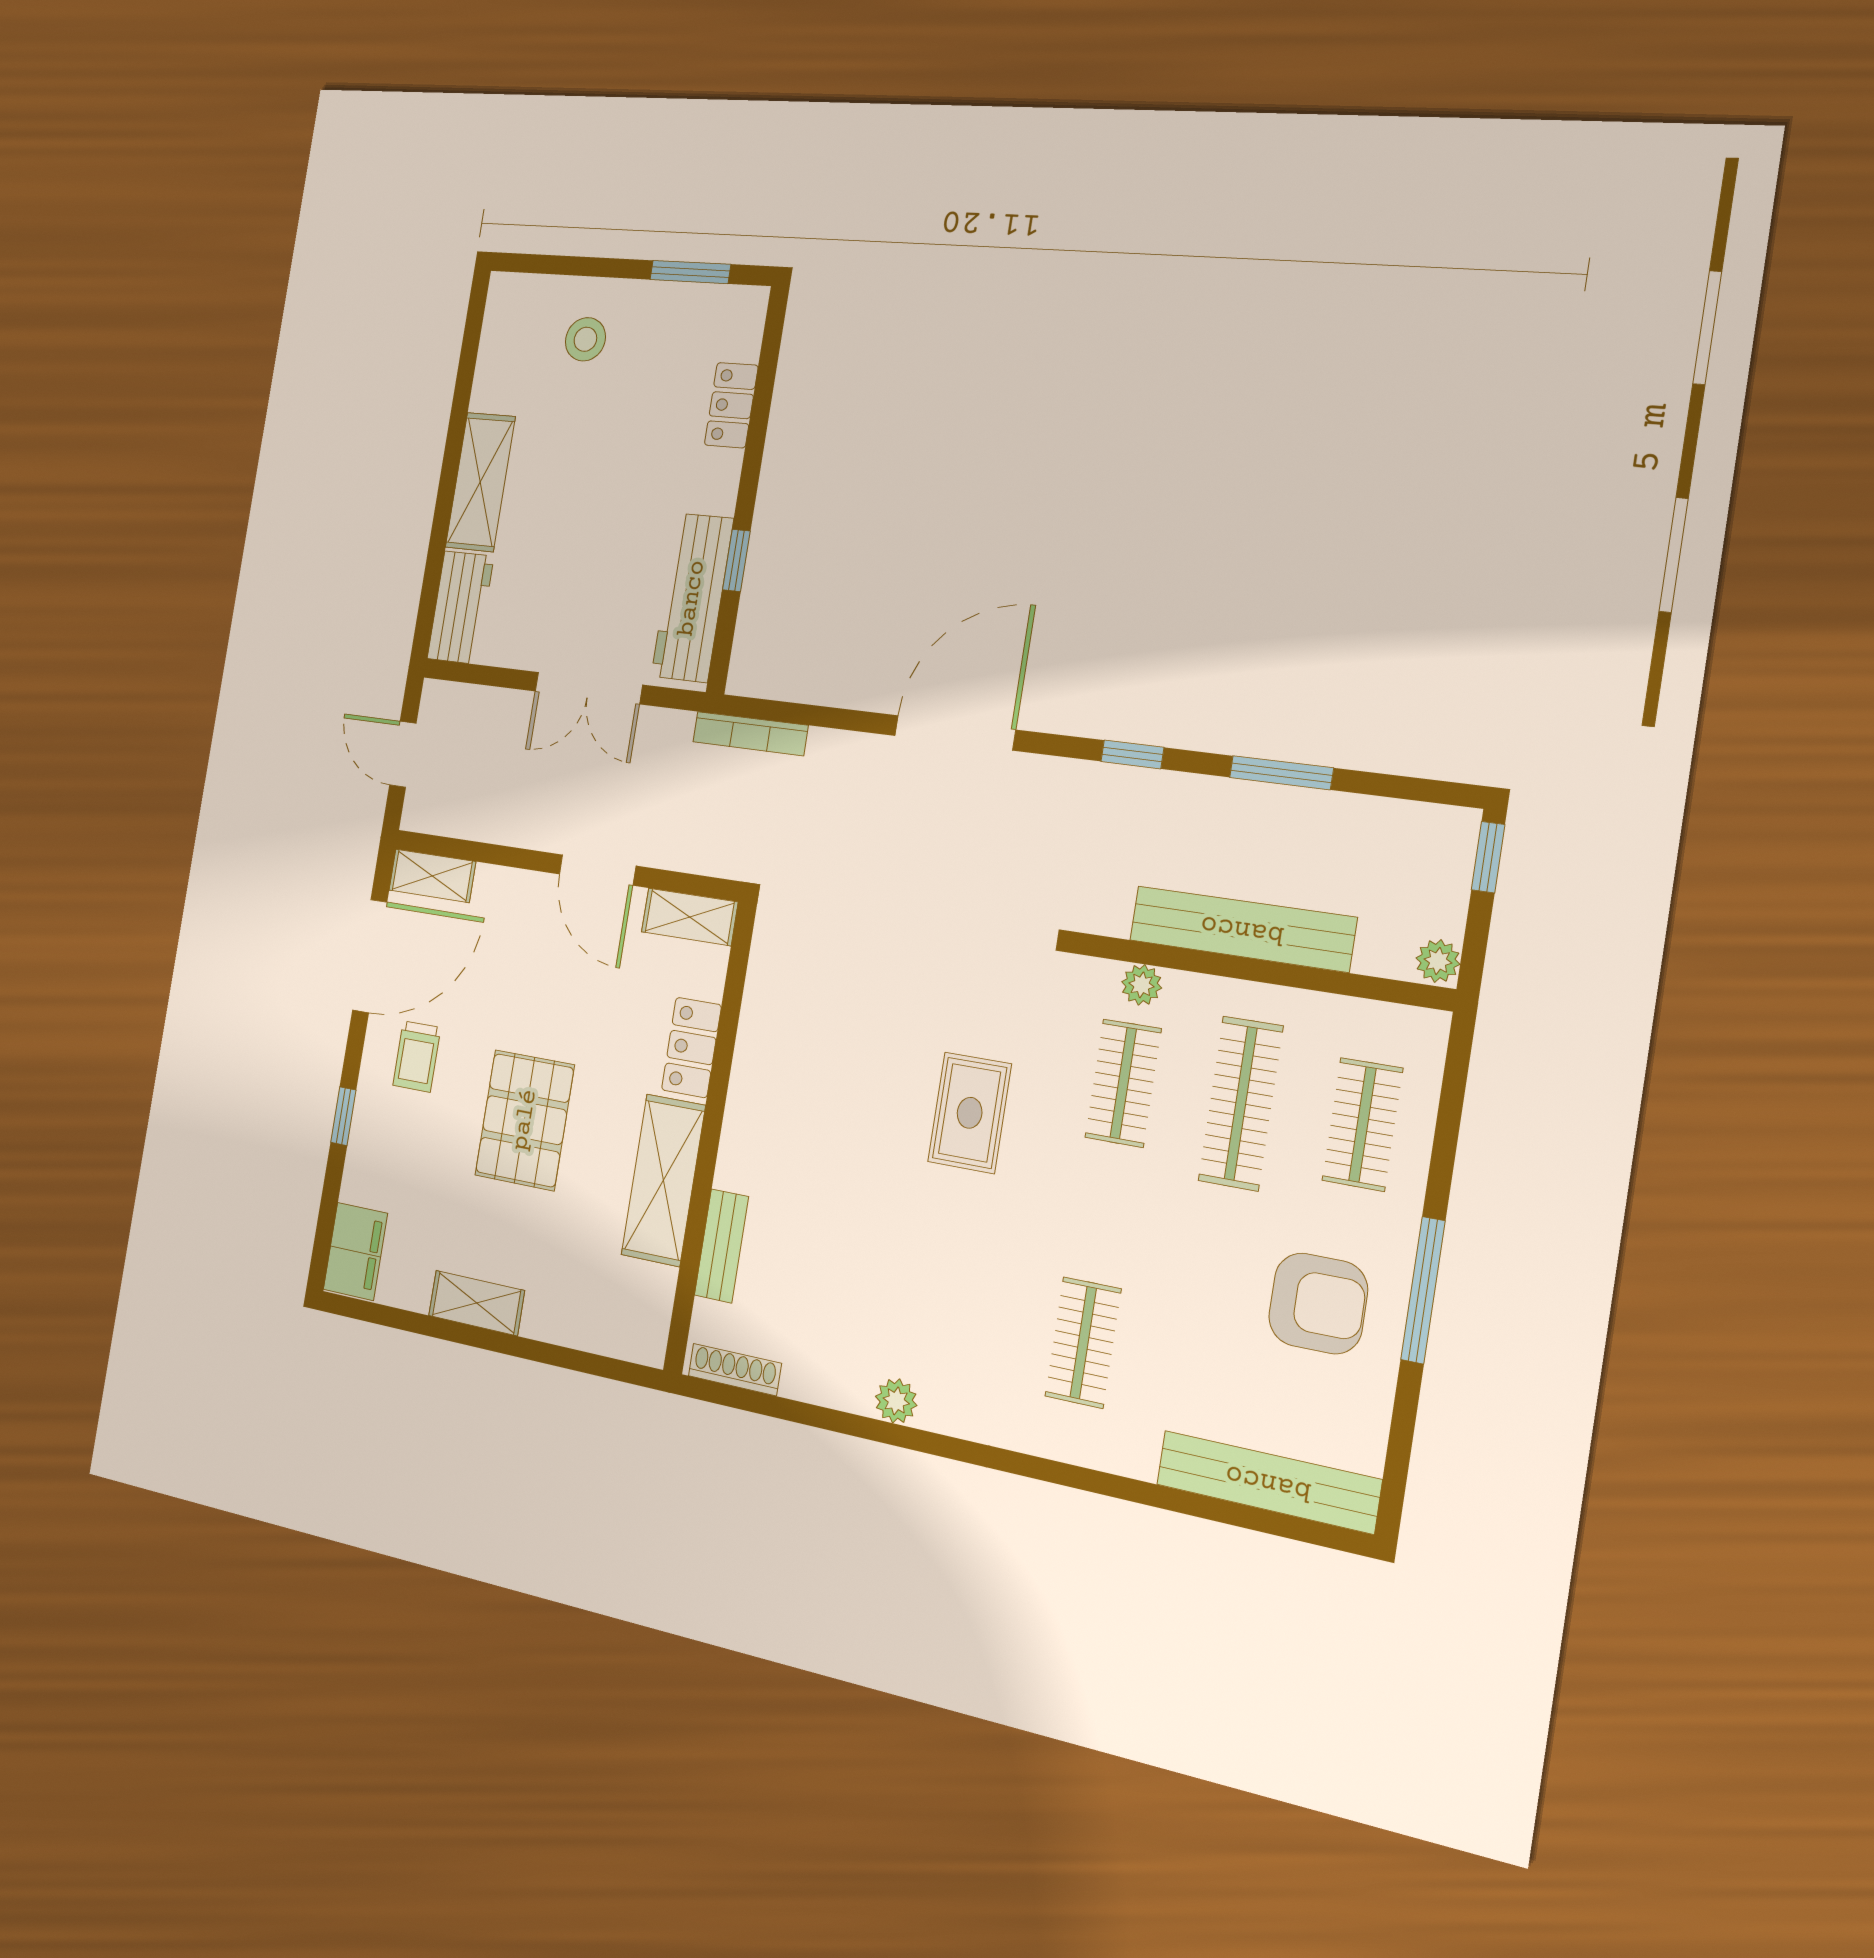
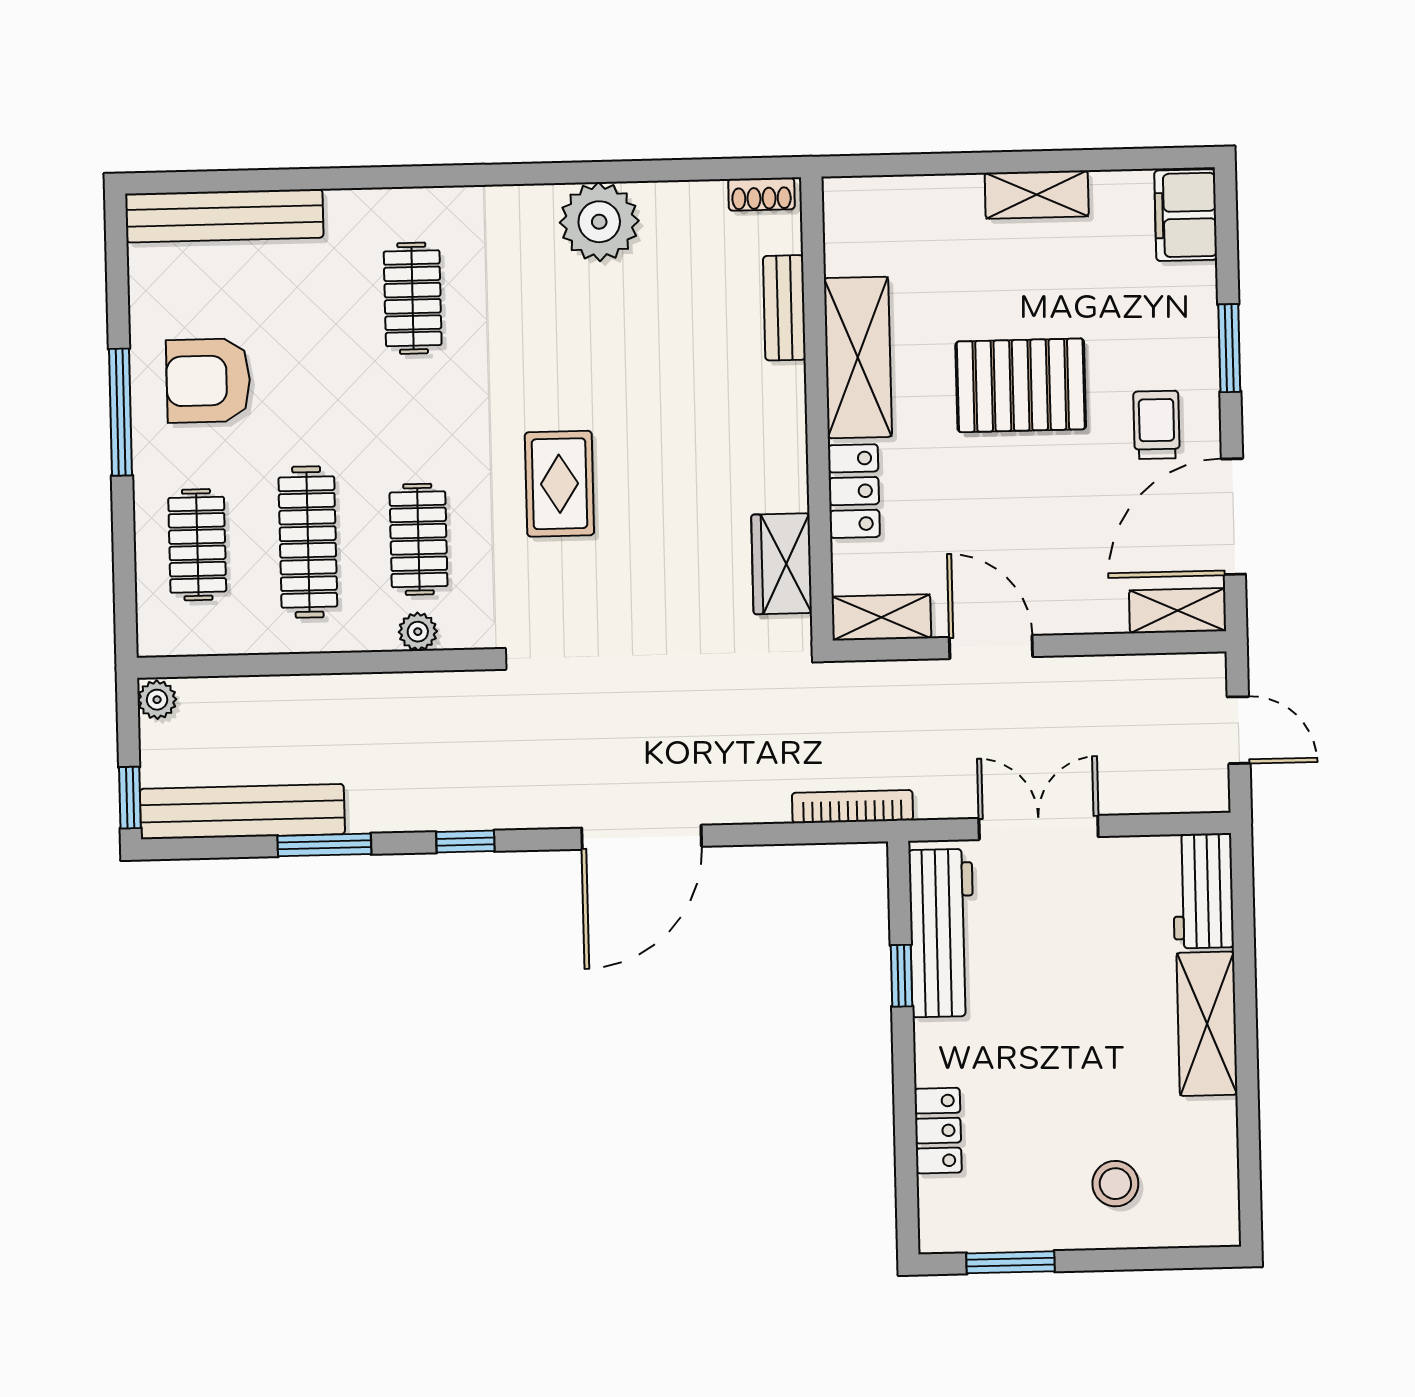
bench: (1242, 929) -> (242, 812), moved
wardrobe: (771, 988) -> (782, 564), added
window: (343, 1116) -> (1229, 348), width x1.50
pallet: (525, 1120) -> (1021, 385), turned 90
shoe rack: (735, 1370) -> (761, 194), width x0.70
plant: (896, 1401) -> (599, 222), width x1.88, depth x1.88

